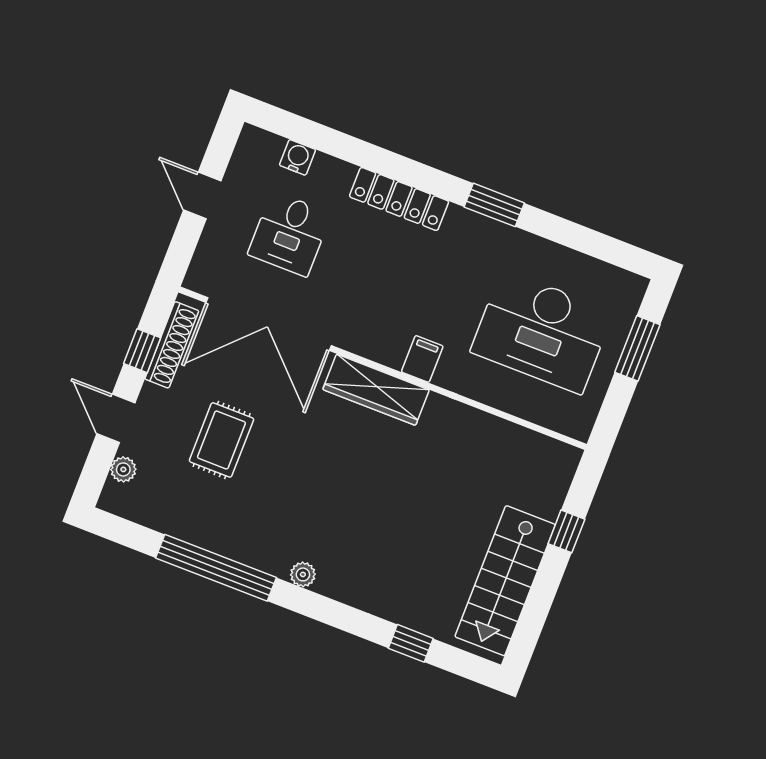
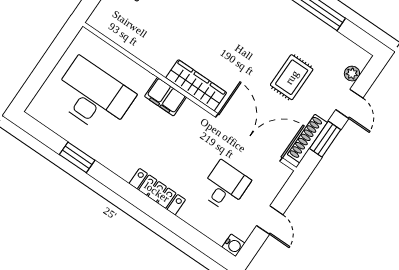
water cooler: (297, 157) -> (233, 245), moved, turned -90
window: (494, 205) -> (77, 157), moved
window: (637, 348) -> (41, 74), removed
window: (142, 351) -> (325, 139), width x1.50
filing cabinet: (422, 359) -> (165, 97), width x2.00

